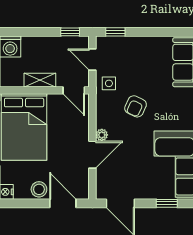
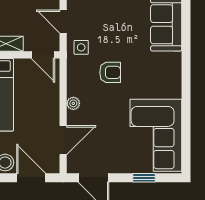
armchair: (136, 106) -> (110, 72), turned -115
door: (92, 155) -> (63, 140), moved

